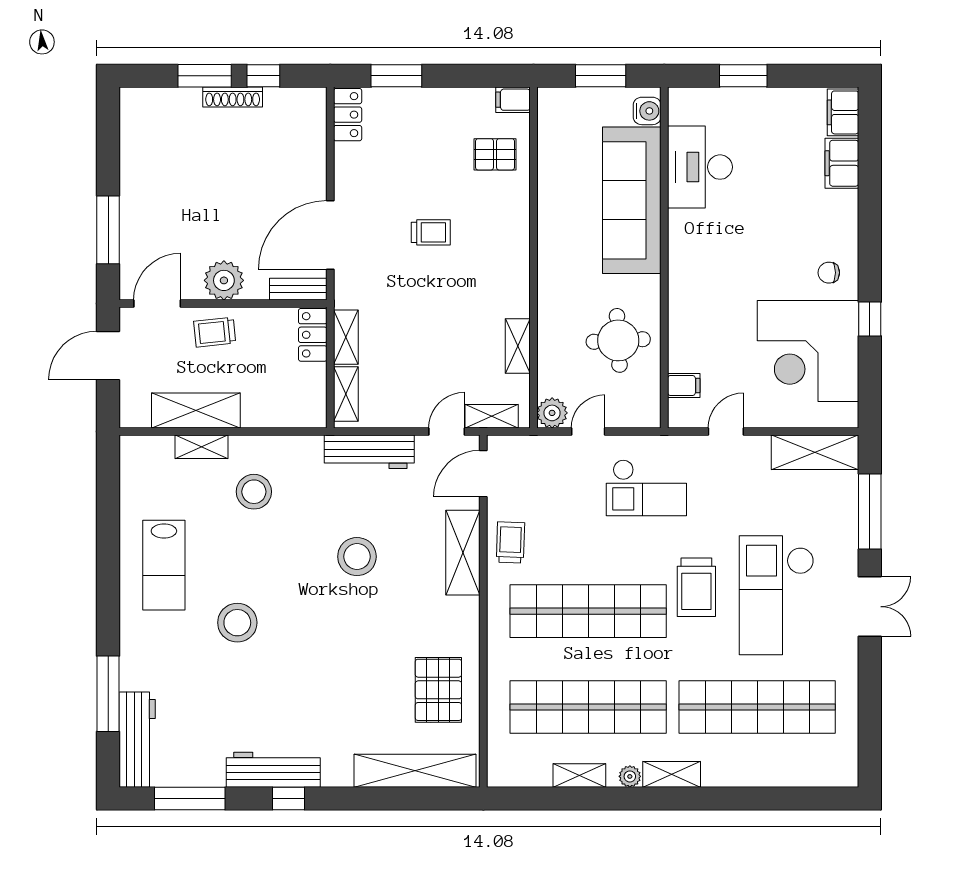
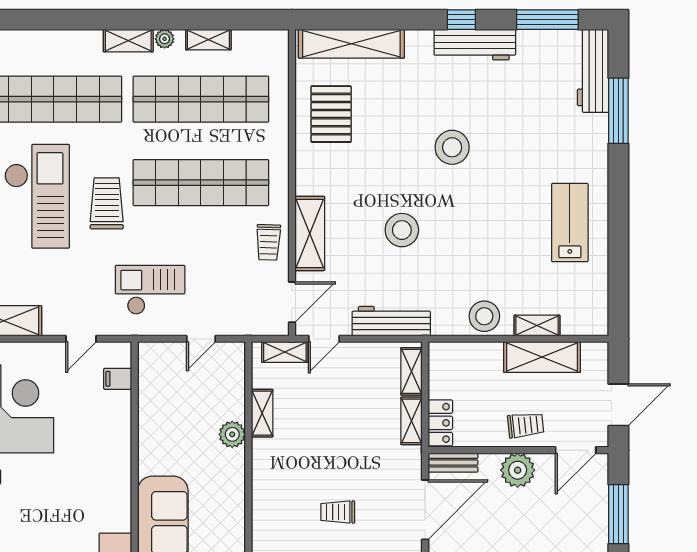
round table: (618, 340) -> (175, 418), removed
plant: (552, 413) -> (232, 434), moved
stool: (254, 492) -> (484, 316), moved
stool: (237, 623) -> (452, 147), moved

